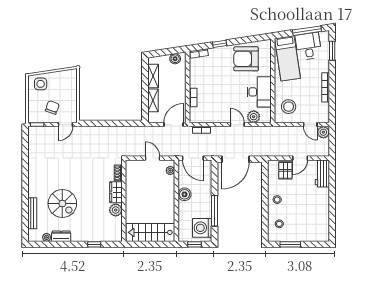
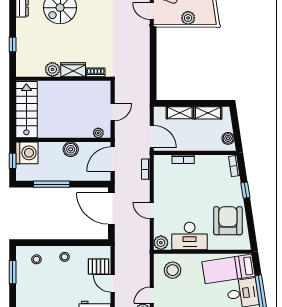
plant: (71, 93) -> (188, 18), added
plant: (254, 117) -> (161, 243), moved
door: (237, 125) -> (152, 210), swing flipped
washing machine: (202, 228) -> (27, 153), moved, turned 90

